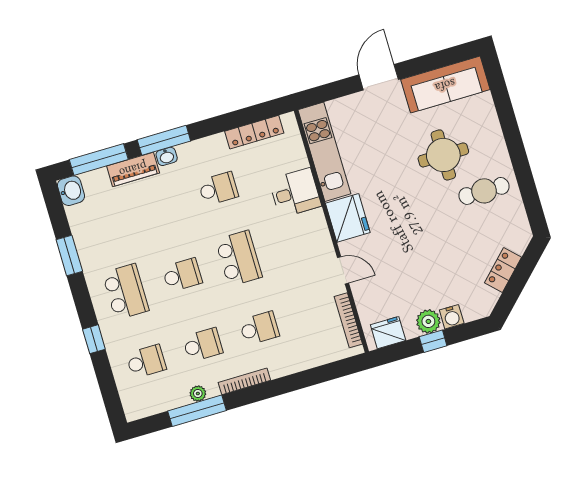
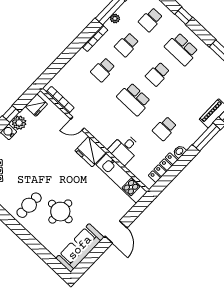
washbasin: (167, 156) -> (180, 151), moved

